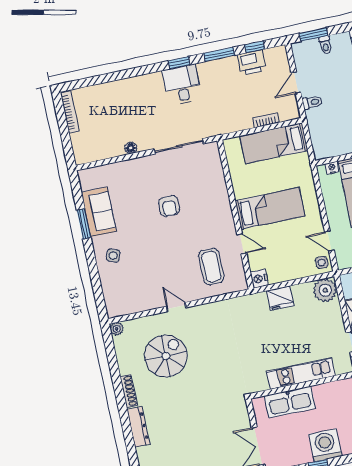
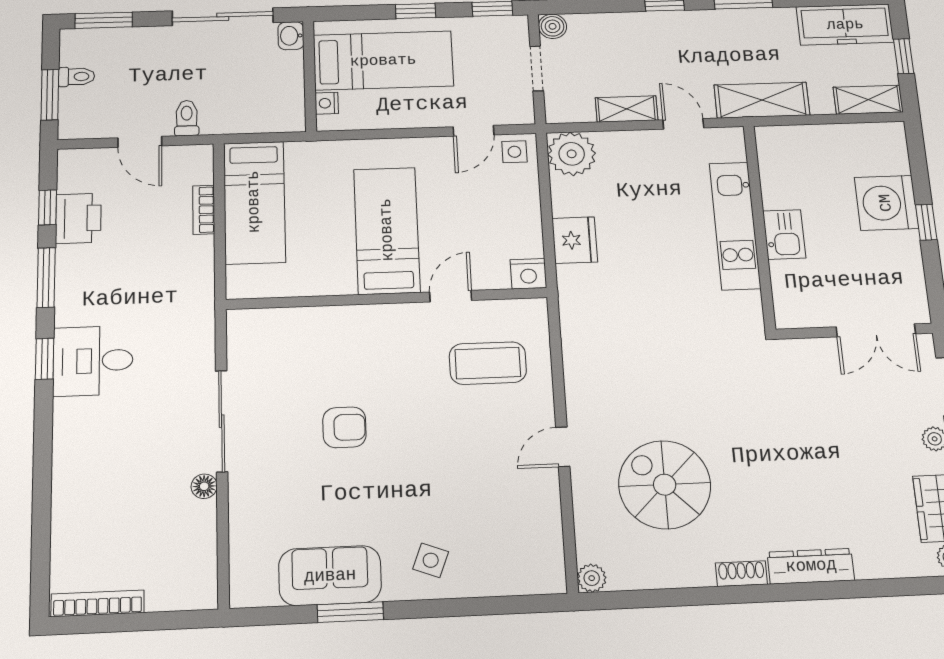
sliding door: (179, 146) -> (222, 421), moved
shoe rack: (129, 391) -> (741, 574), width x0.70
kitchen sink: (290, 402) -> (784, 234), width x0.53, depth x0.81

